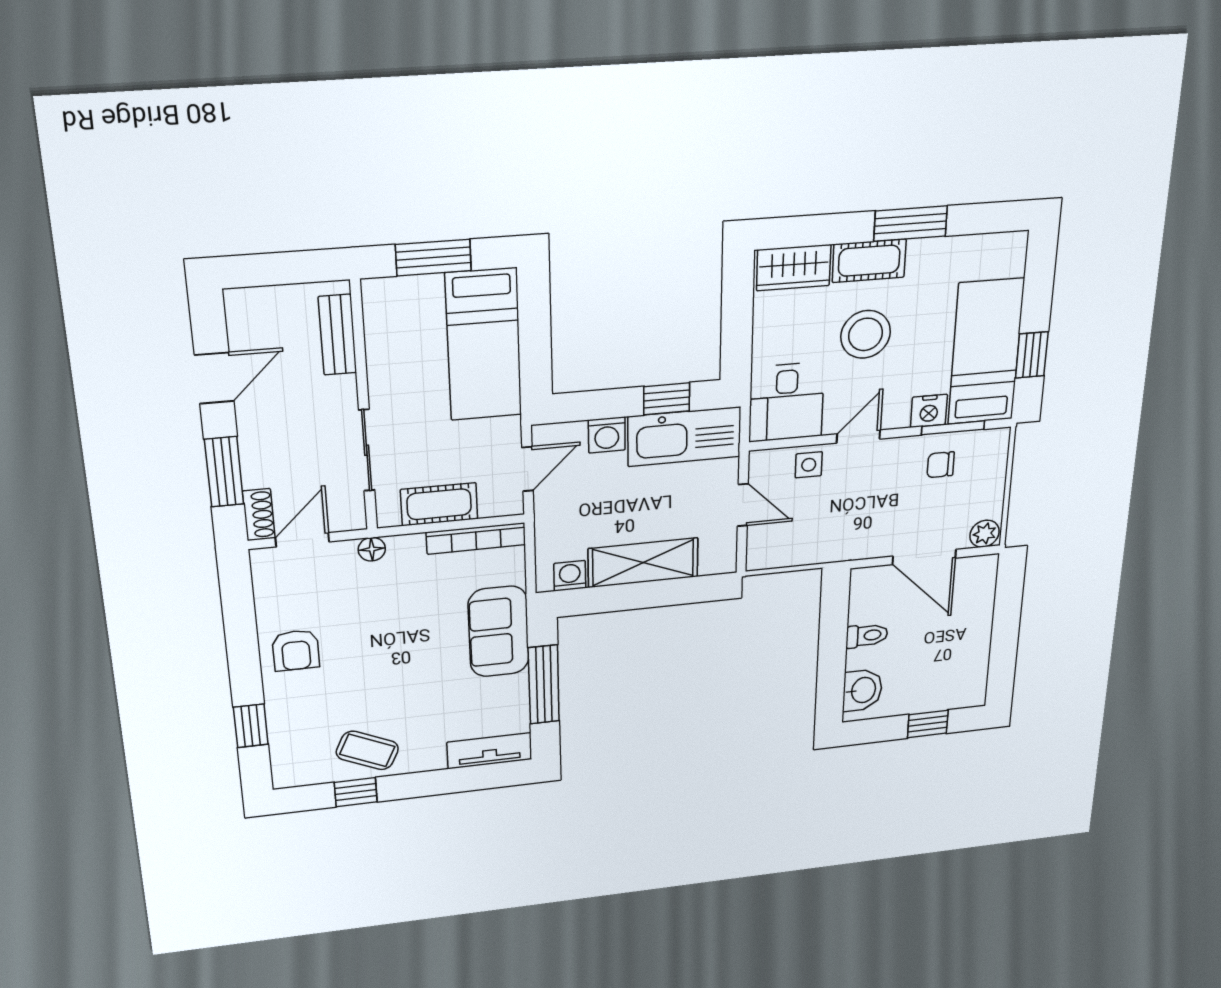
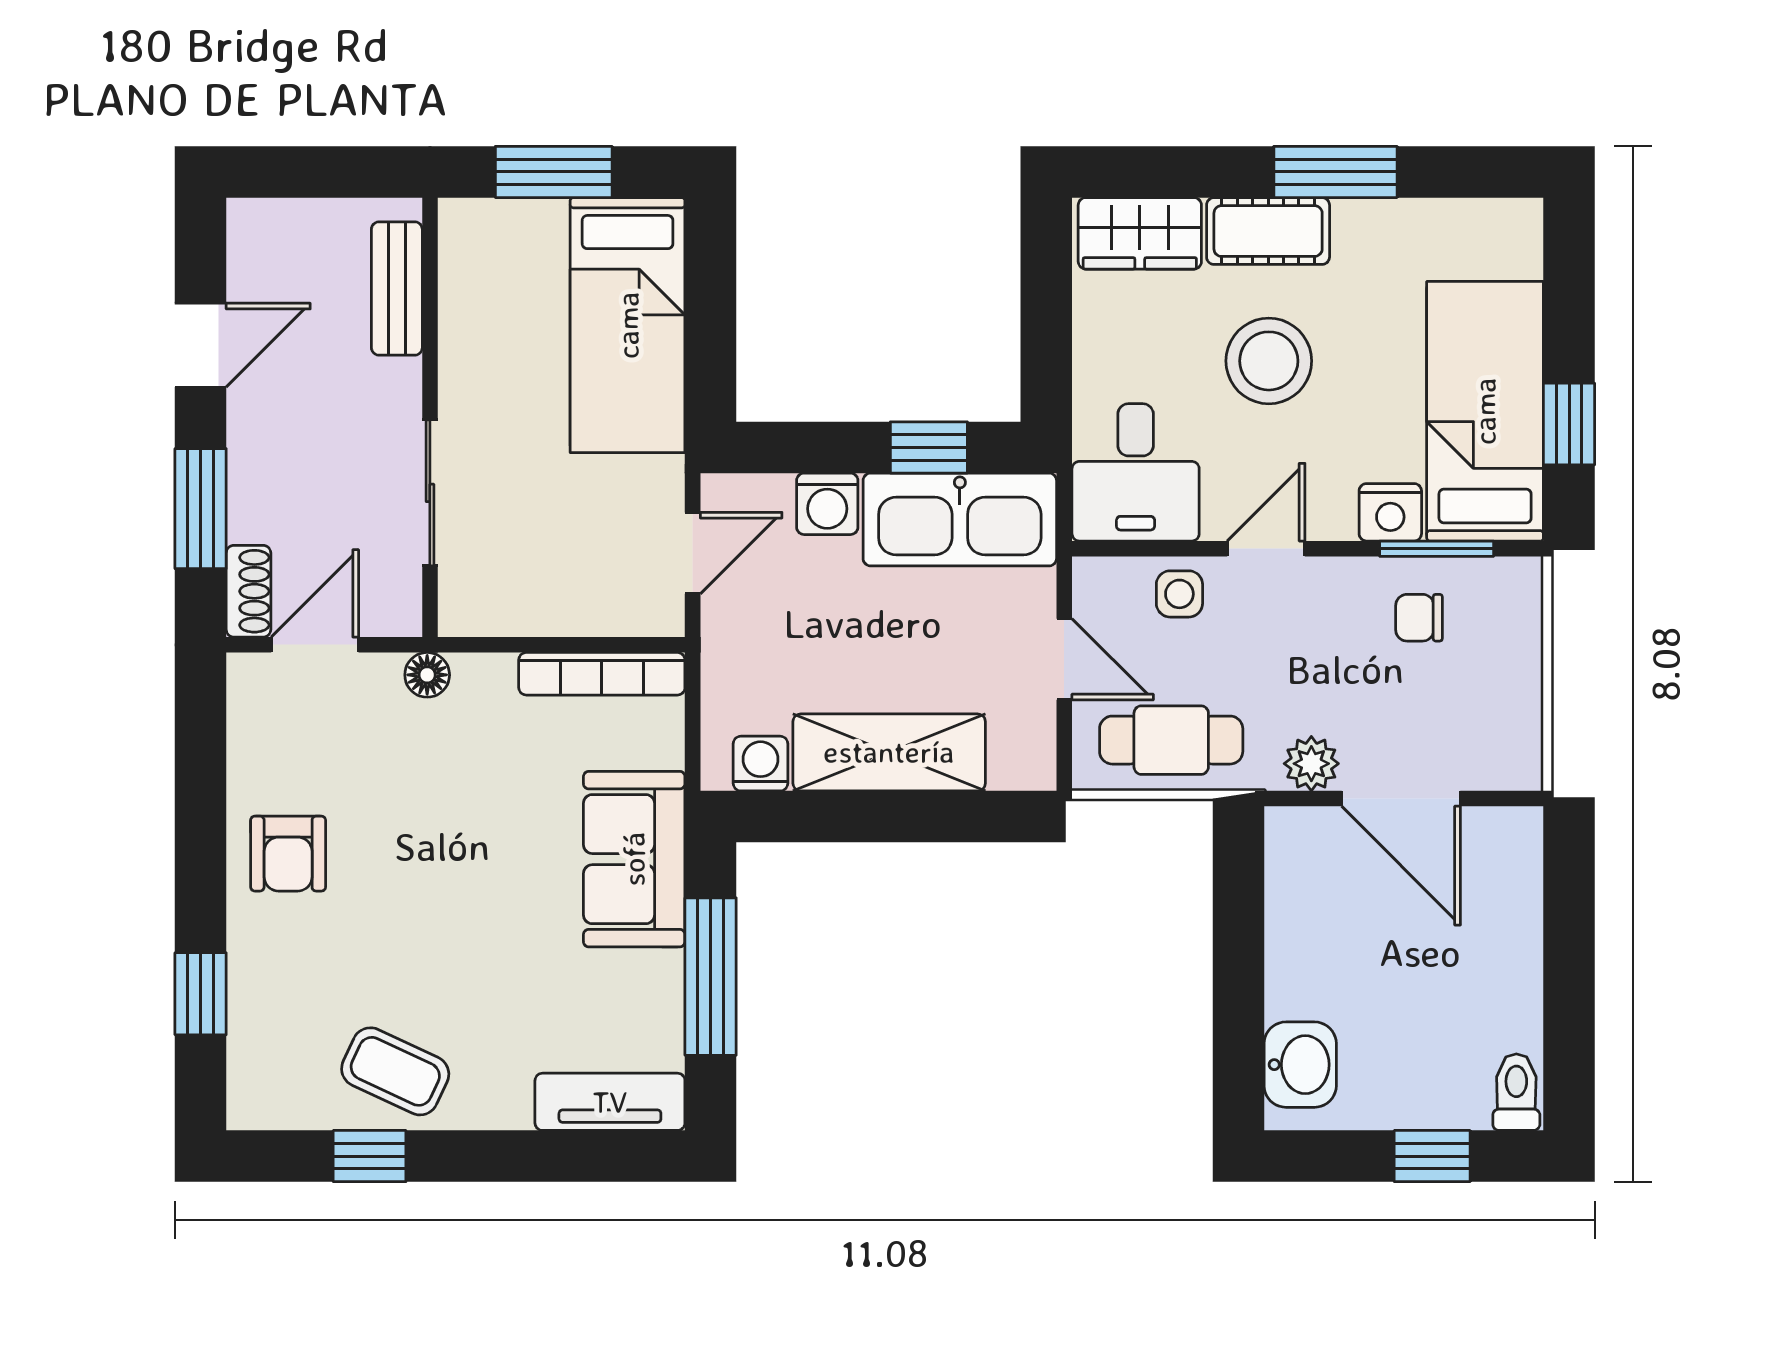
cot: (439, 504) -> (543, 603), removed
plant: (985, 534) -> (1311, 764), moved
cafe table: (801, 541) -> (1171, 740), added
toilet: (867, 636) -> (1516, 1092), moved, turned -90

